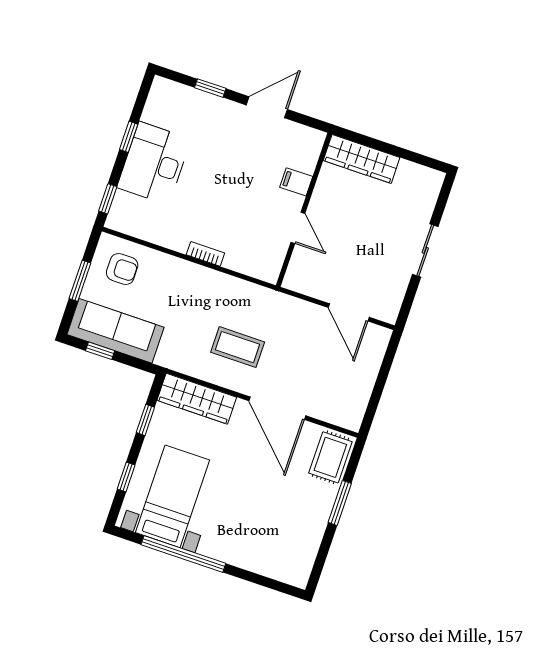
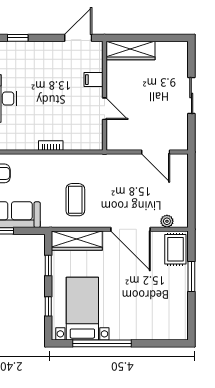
door: (267, 107) -> (78, 38), moved
coffee table: (238, 347) -> (75, 200), moved, turned 90
plant: (332, 414) -> (167, 221), added

